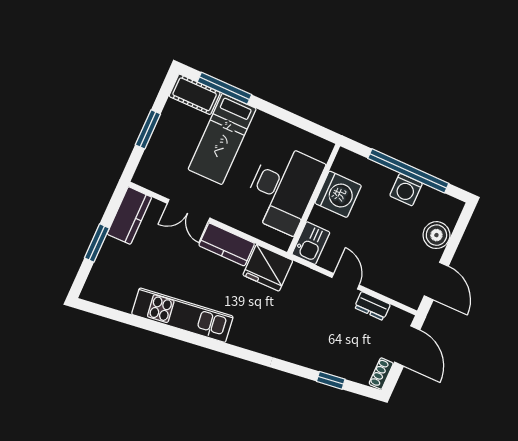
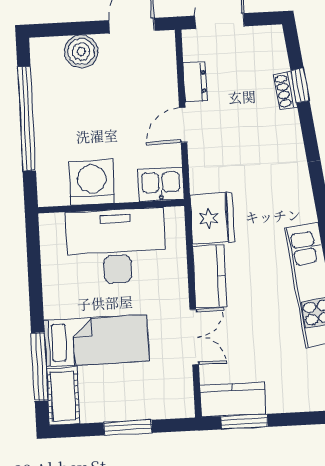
washing machine: (406, 190) -> (48, 110), removed
window: (97, 243) -> (244, 422), moved
shoe rack: (381, 374) -> (285, 91), moved, turned 83

